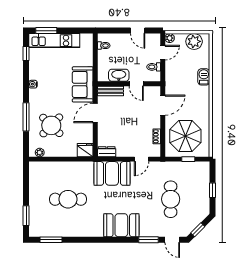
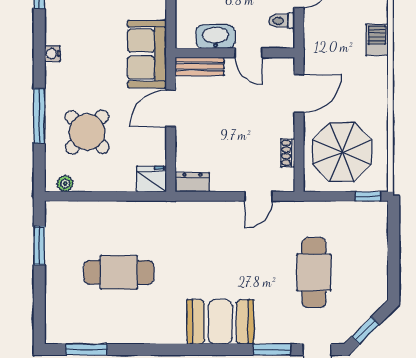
window: (188, 159) -> (368, 196), moved
booth: (112, 173) -> (203, 223), removed
window: (212, 190) -> (394, 255), removed
window: (26, 216) -> (39, 246), moved

